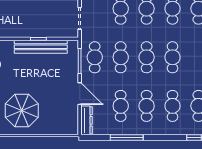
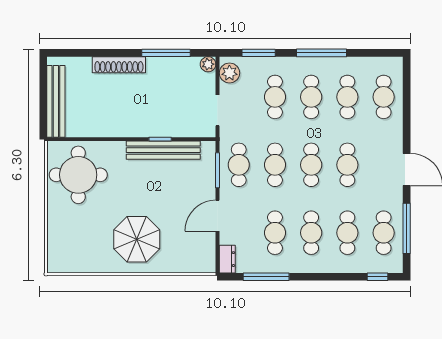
door: (80, 94) -> (218, 216), swing flipped
dresser: (87, 120) -> (227, 259), width x0.70
window: (127, 137) -> (266, 277), moved

